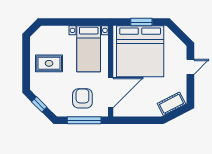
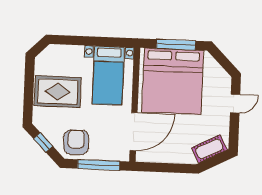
window: (141, 22) -> (176, 45), width x1.44
rug: (49, 63) -> (58, 92), width x1.36, depth x1.43
armchair: (82, 98) -> (76, 142), moved

